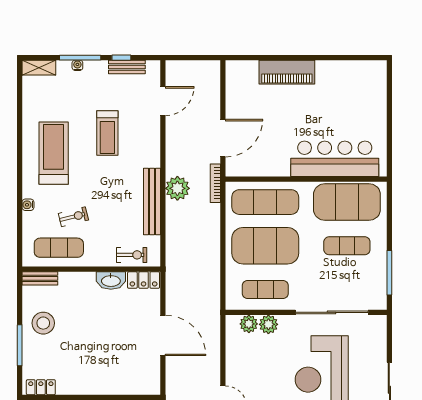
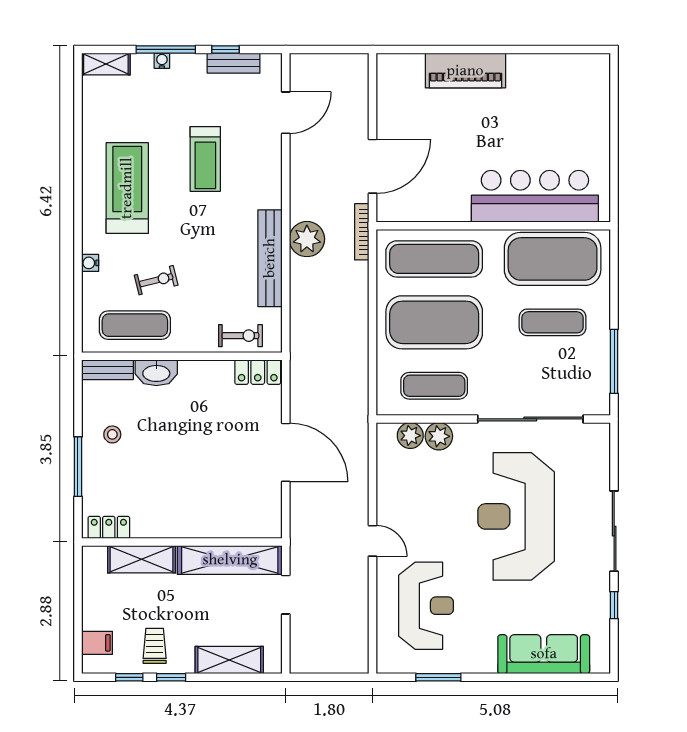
washbasin: (111, 280) -> (156, 373), moved
stool: (43, 323) -> (112, 434), width x0.53, depth x0.53

